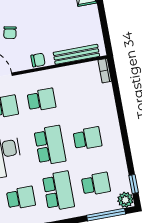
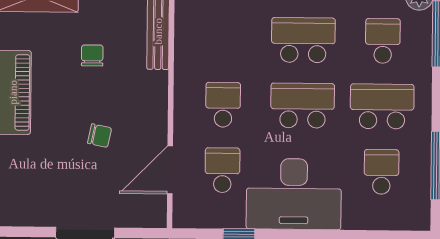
chair: (38, 60) -> (92, 55), moved
school desk: (87, 138) -> (303, 40), width x1.85

